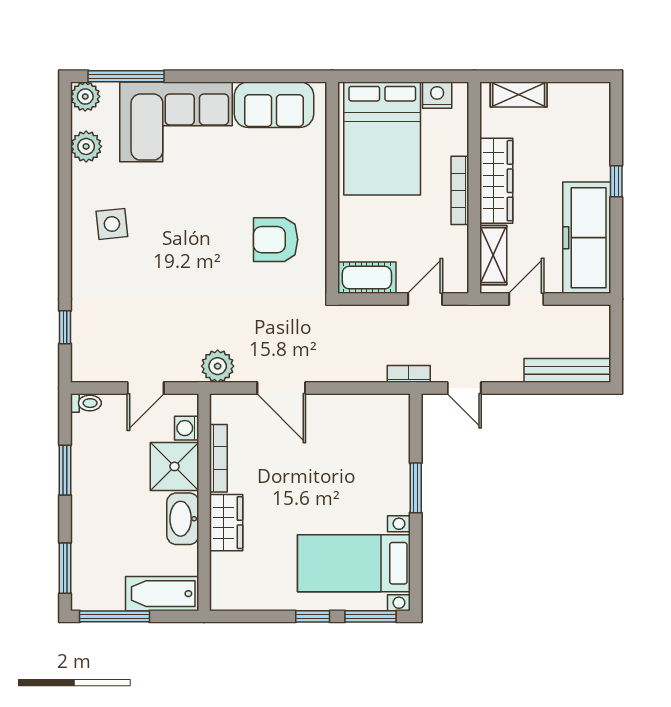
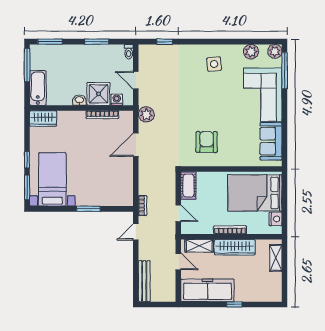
washbasin: (183, 519) -> (79, 100), width x0.52, depth x0.69
wardrobe: (226, 523) -> (43, 118), moved

